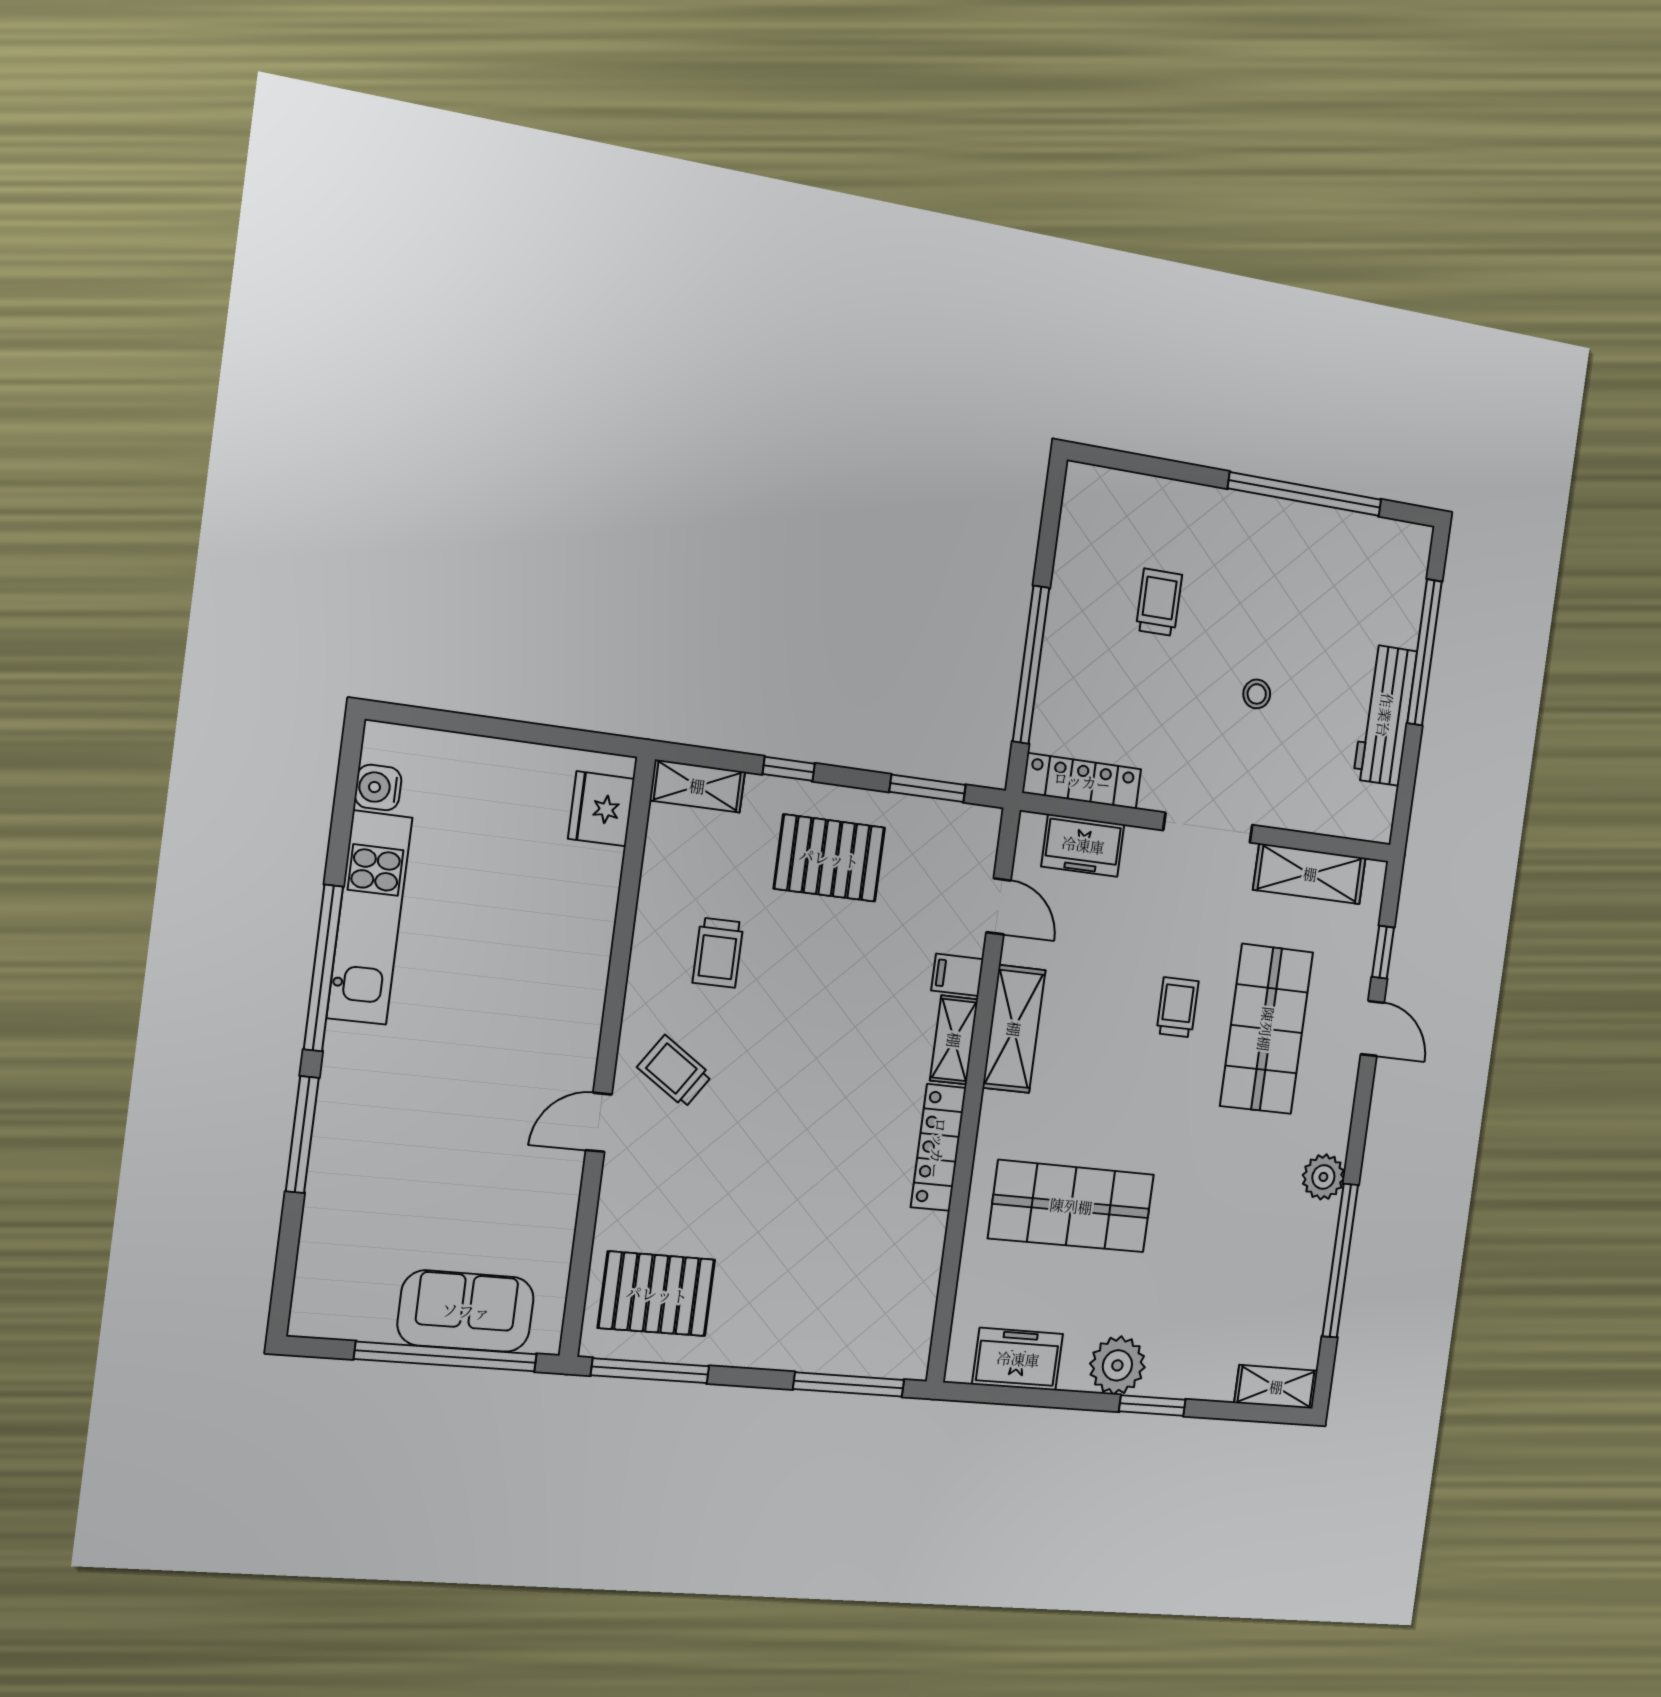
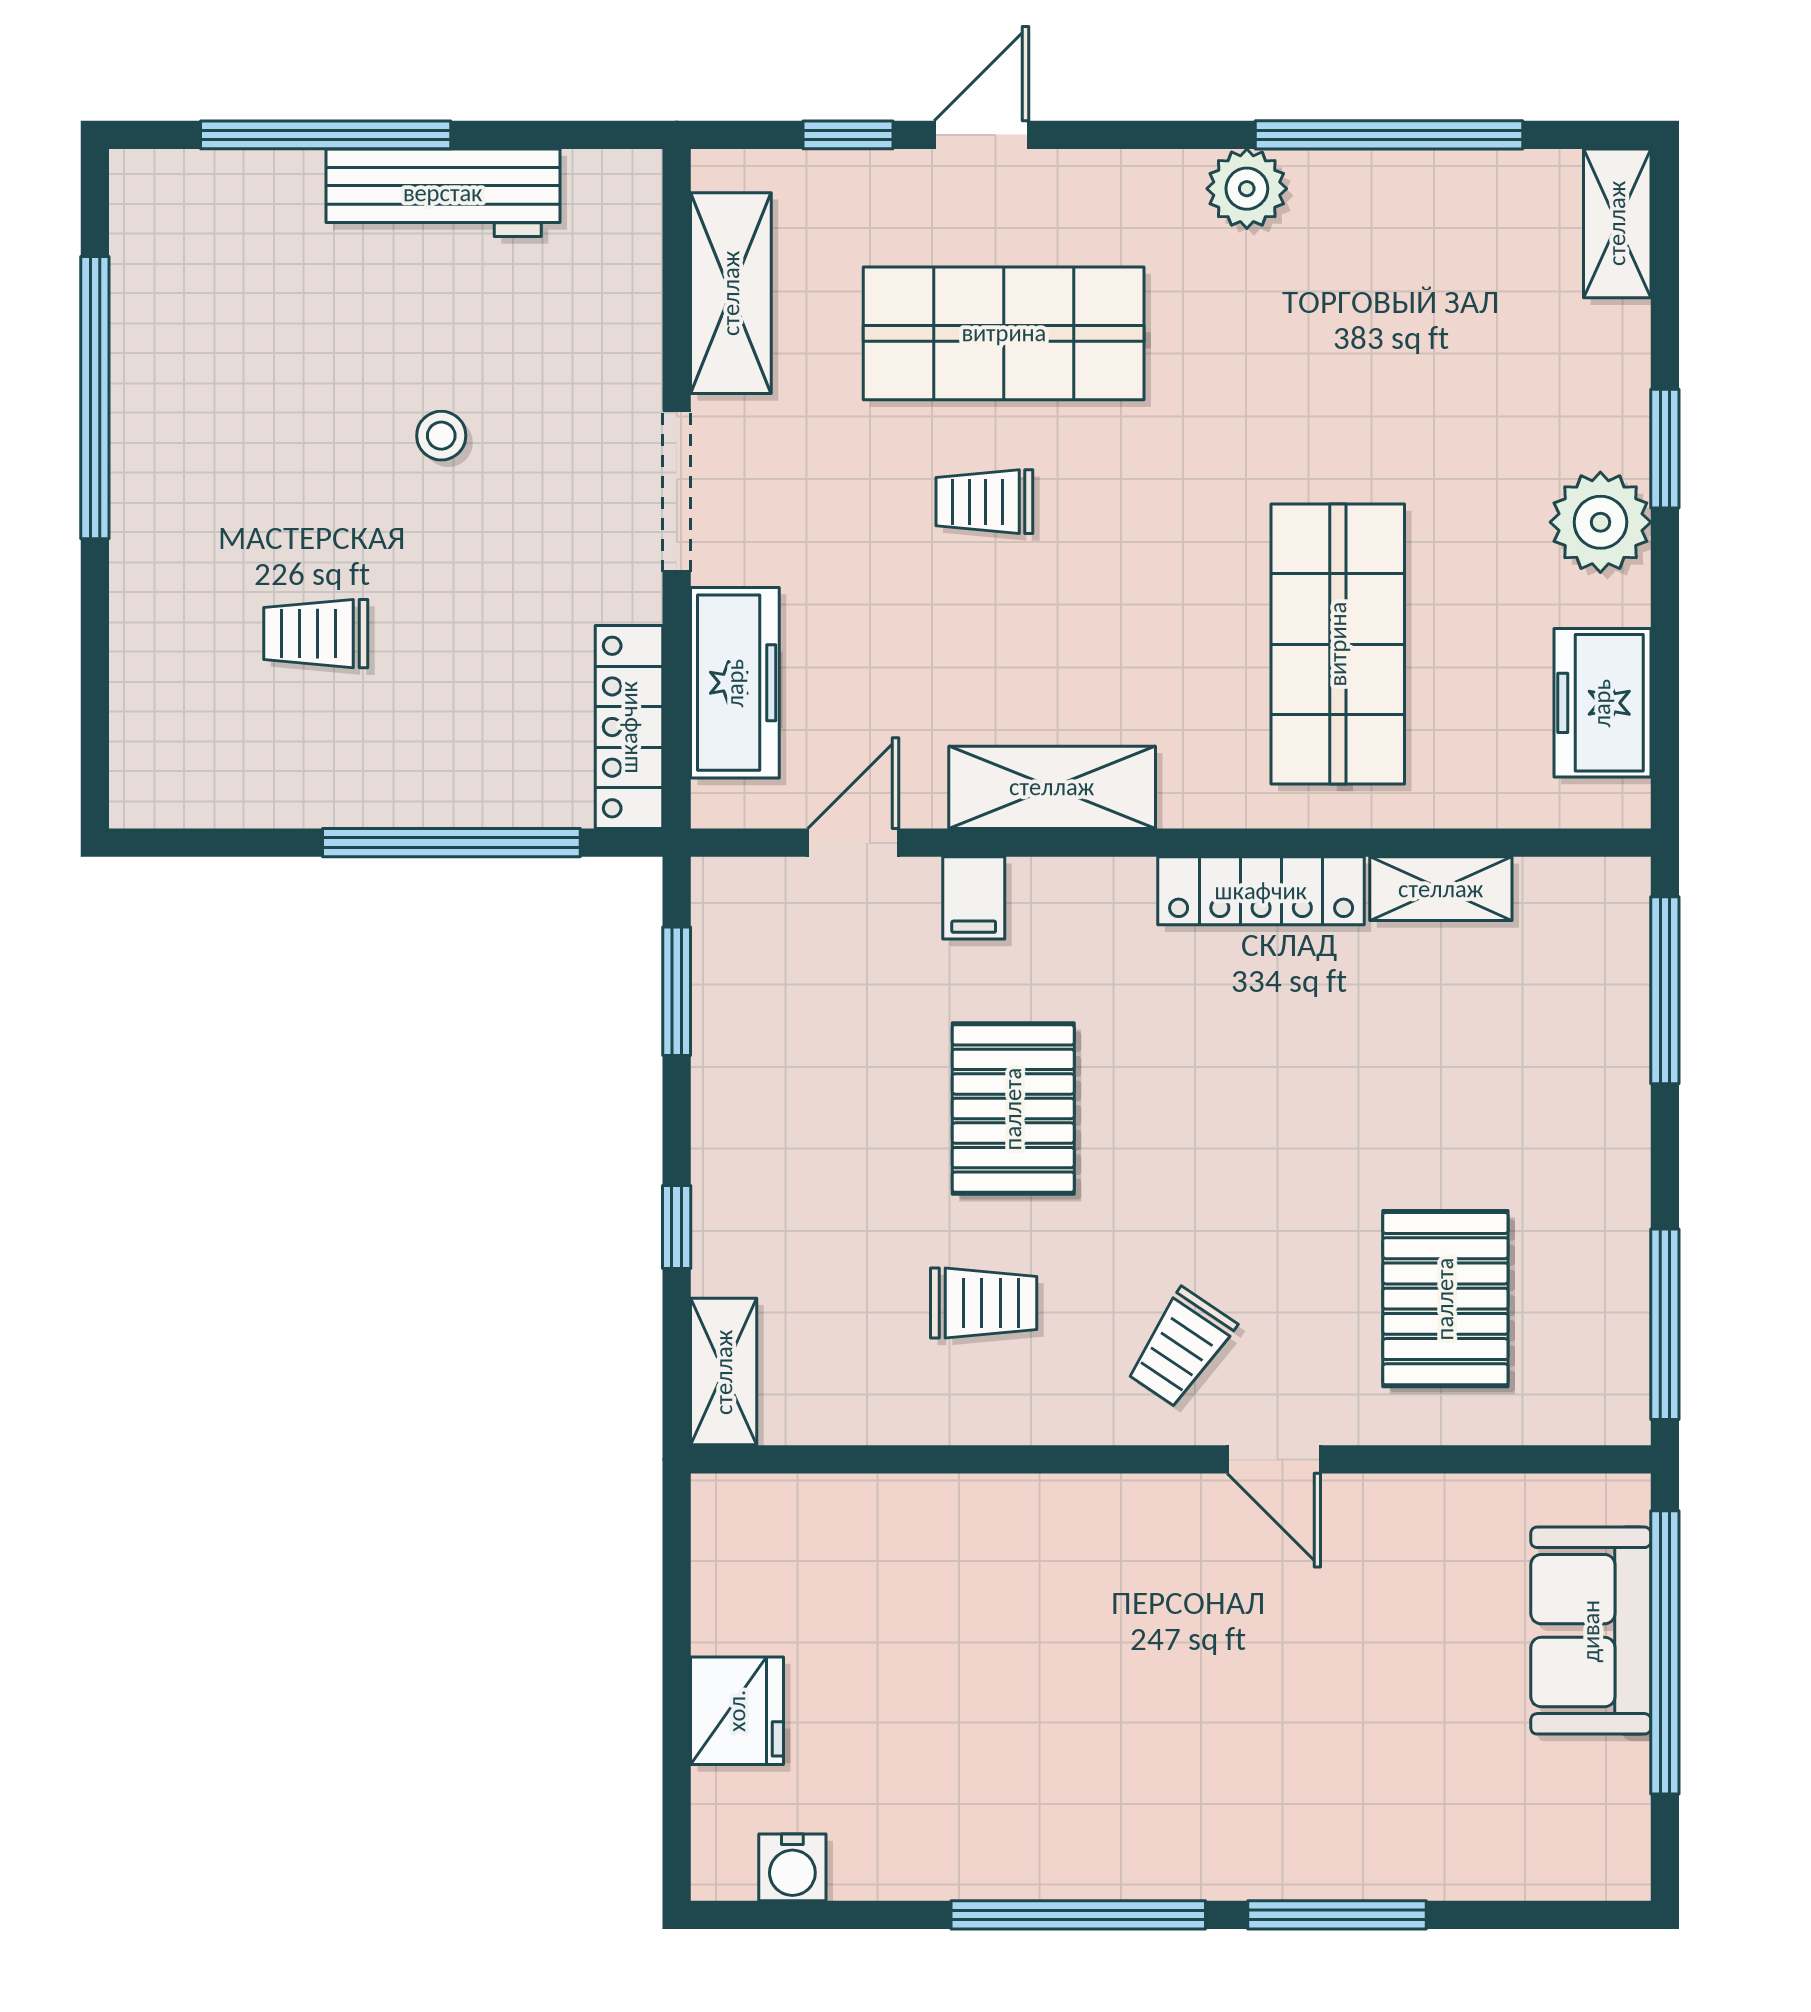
fridge: (601, 809) -> (737, 1711), moved, turned -90
freezer: (1083, 845) -> (735, 683), width x1.40
pallet: (829, 858) -> (1013, 1109), moved
kitchen unit: (369, 918) -> (993, 1855), removed
shelving: (954, 1040) -> (1441, 889), moved
pallet: (657, 1294) -> (1445, 1299), moved

